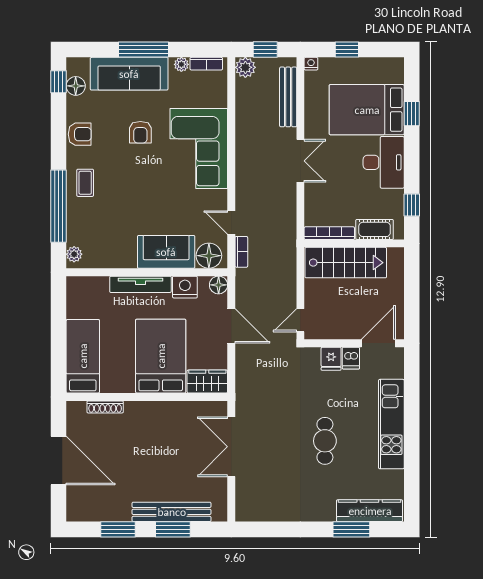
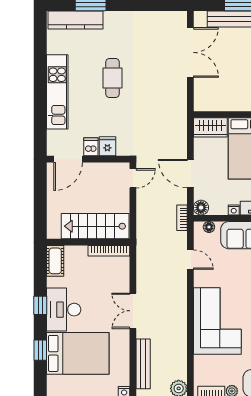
window: (412, 205) -> (40, 305), moved
cot: (375, 229) -> (55, 261), moved, turned 90
bookcase: (241, 252) -> (182, 218), moved
floor lamp: (209, 256) -> (209, 227), width x0.53, depth x0.53
nightstand: (185, 287) -> (234, 210), width x0.53, depth x0.56
double door: (231, 447) -> (190, 52), moved

